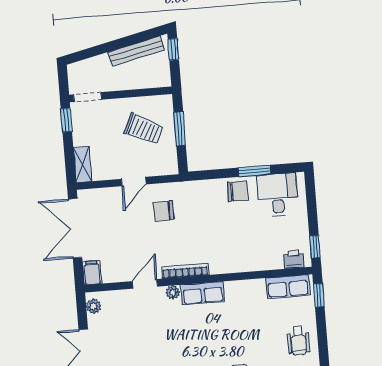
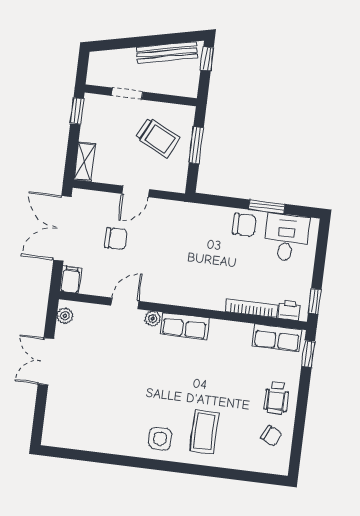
doorway: (88, 97) -> (127, 94), moved
chair: (164, 211) -> (116, 239), moved, turned 180
bookcase: (185, 271) -> (252, 308), moved

